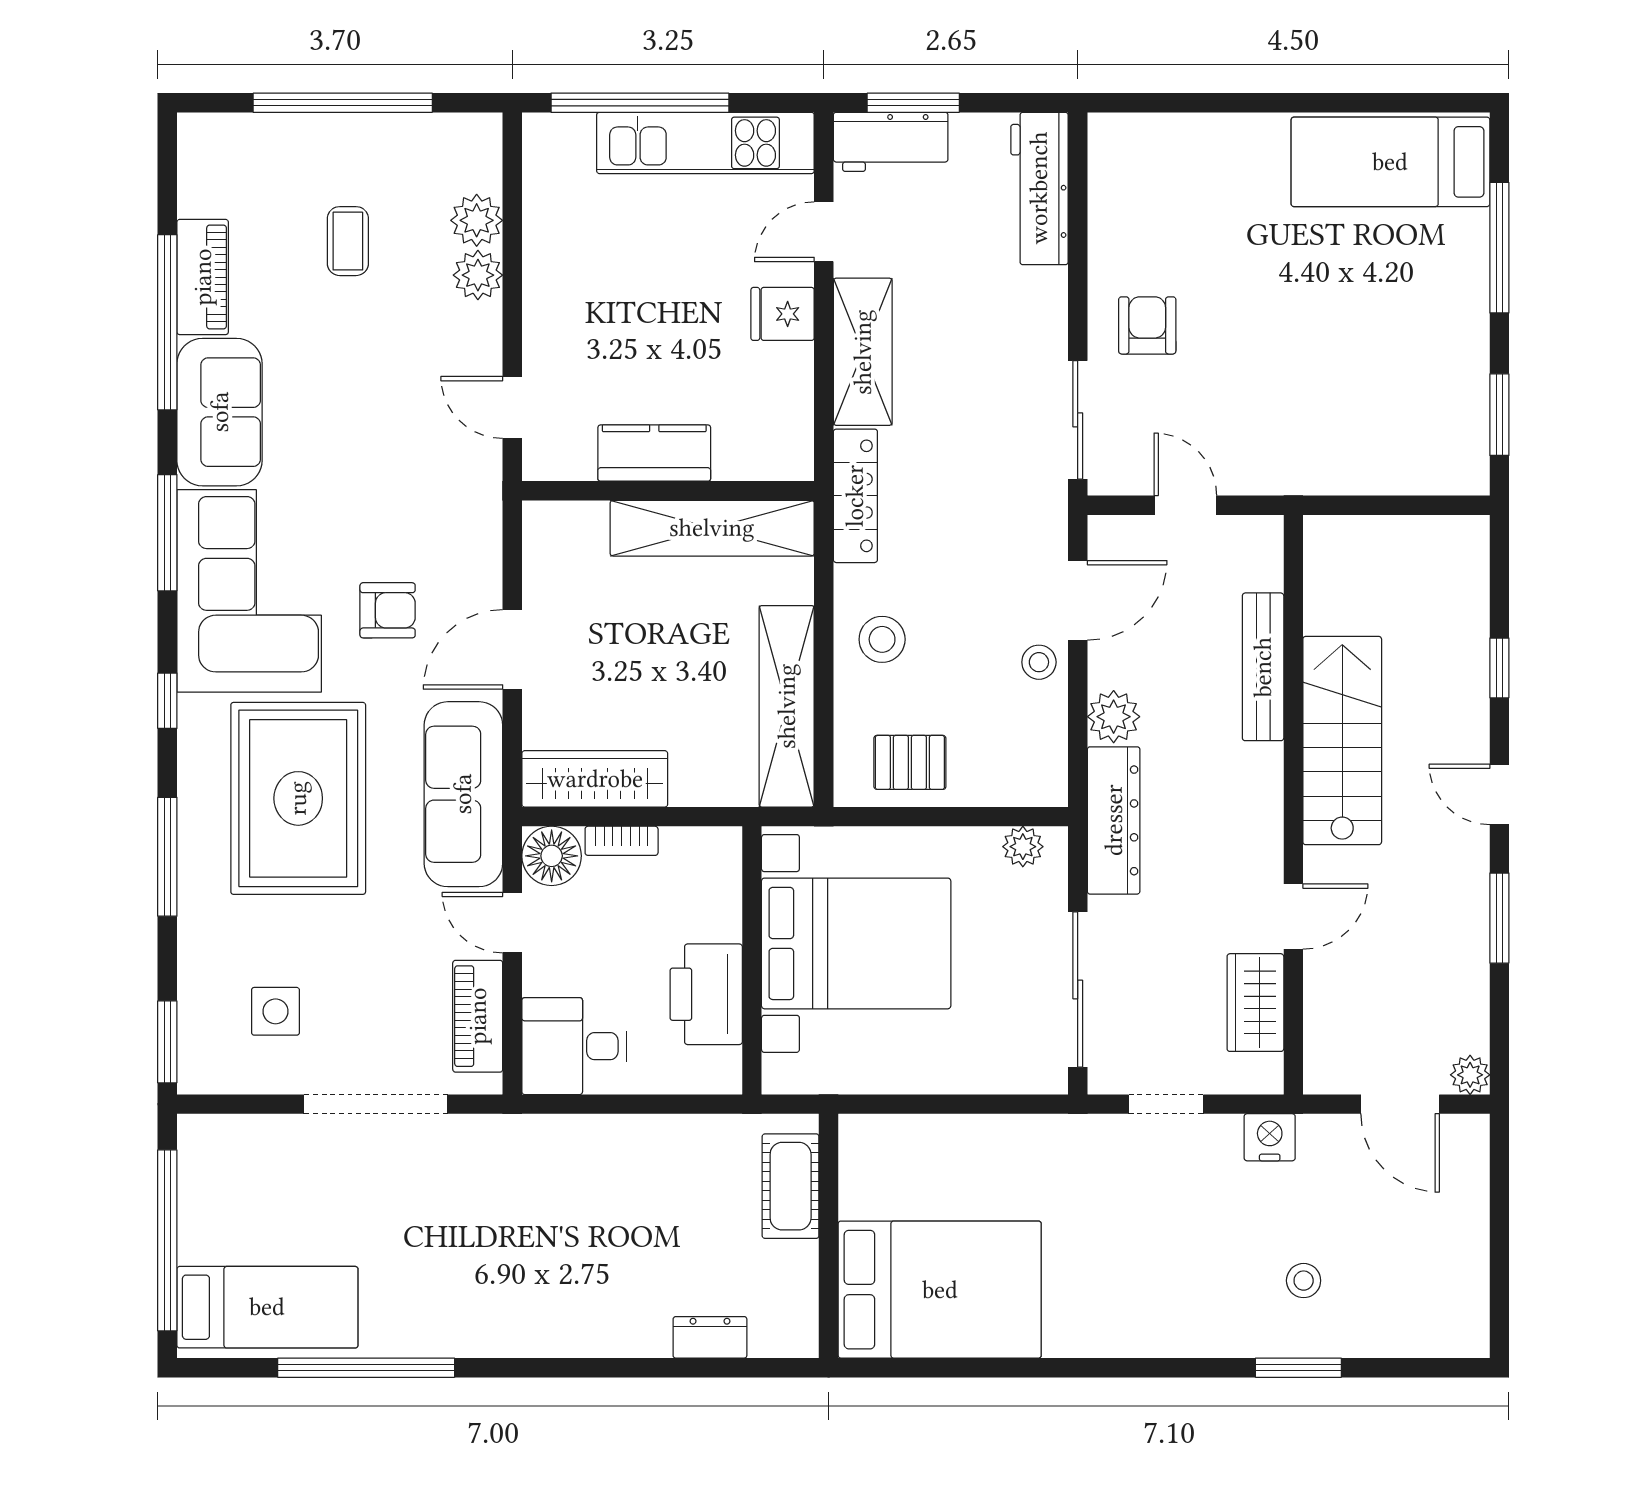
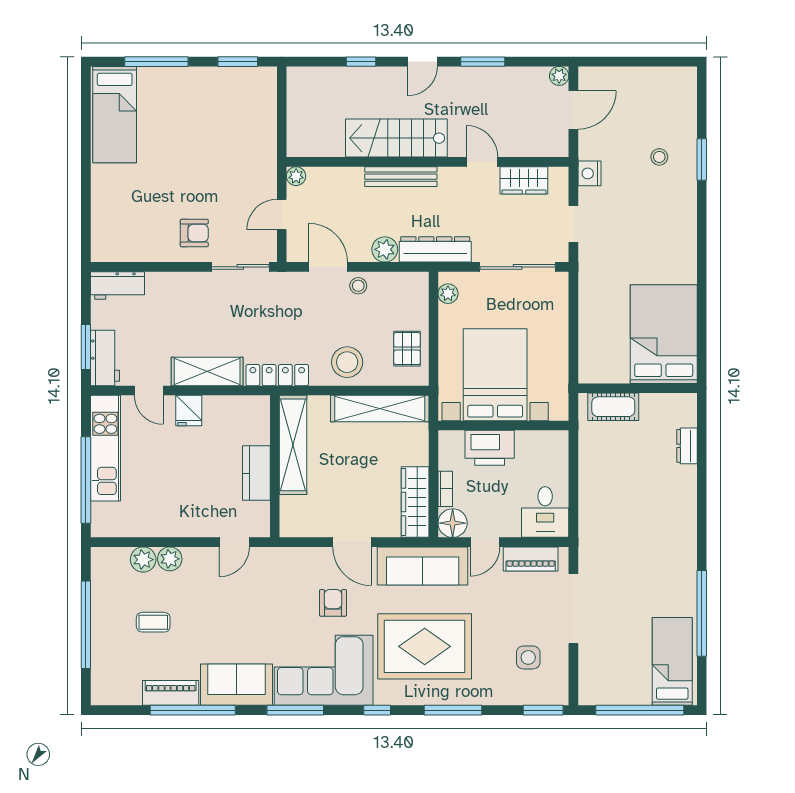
workbench: (1039, 188) -> (118, 286), width x0.73
armchair: (1147, 325) -> (194, 233), turned 180
plant: (1264, 534) -> (296, 176), added
stool: (882, 639) -> (347, 362), width x1.38, depth x1.38
bench: (1263, 667) -> (401, 177), moved
printer: (706, 994) -> (490, 448), moved

